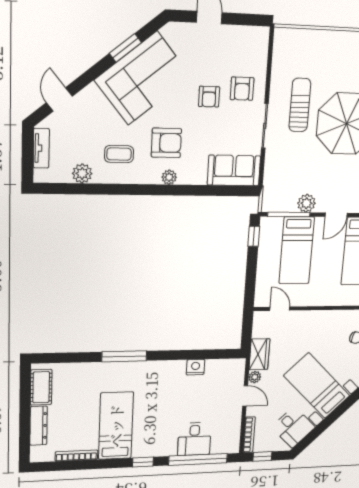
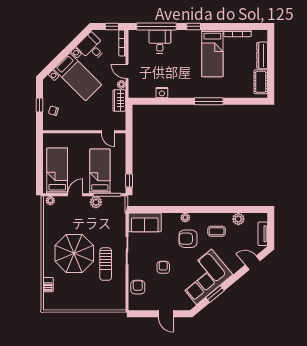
armchair: (242, 89) -> (138, 287), moved
door: (59, 99) -> (253, 263), swing flipped

